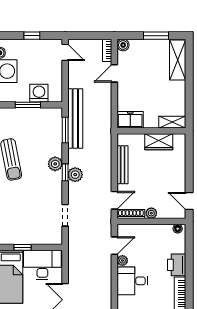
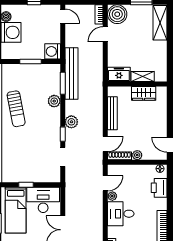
boiler: (123, 45) -> (117, 14), width x1.86, depth x1.86
washing machine: (39, 93) -> (53, 51), moved, turned -90
shelving: (172, 122) -> (143, 77), moved
plant: (55, 164) -> (54, 101), moved
window: (65, 172) -> (63, 134), moved
printer: (177, 265) -> (159, 188), moved

